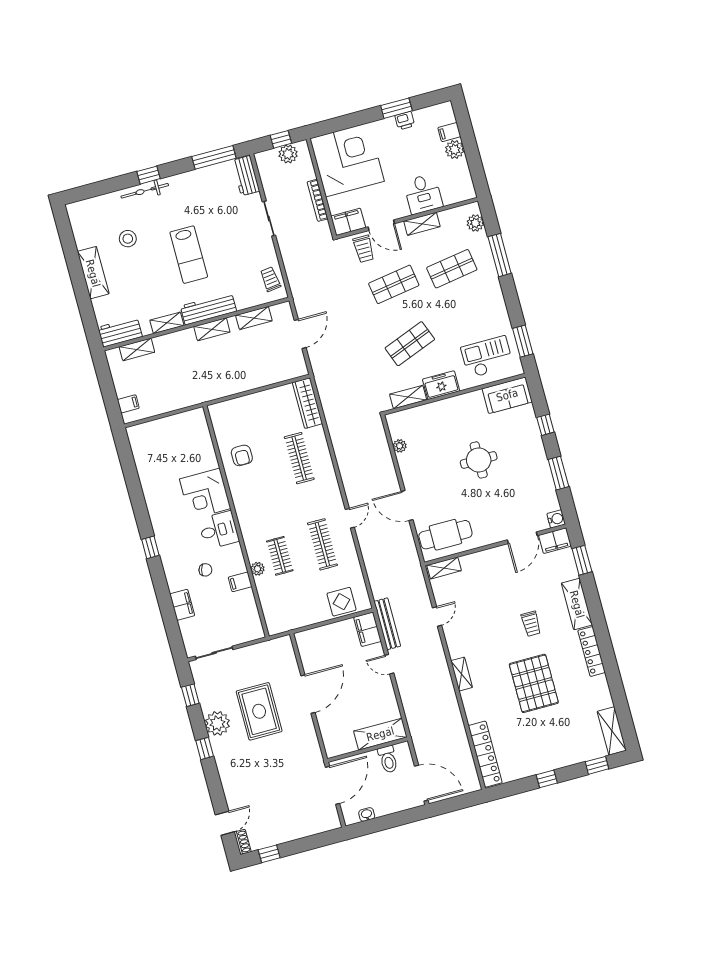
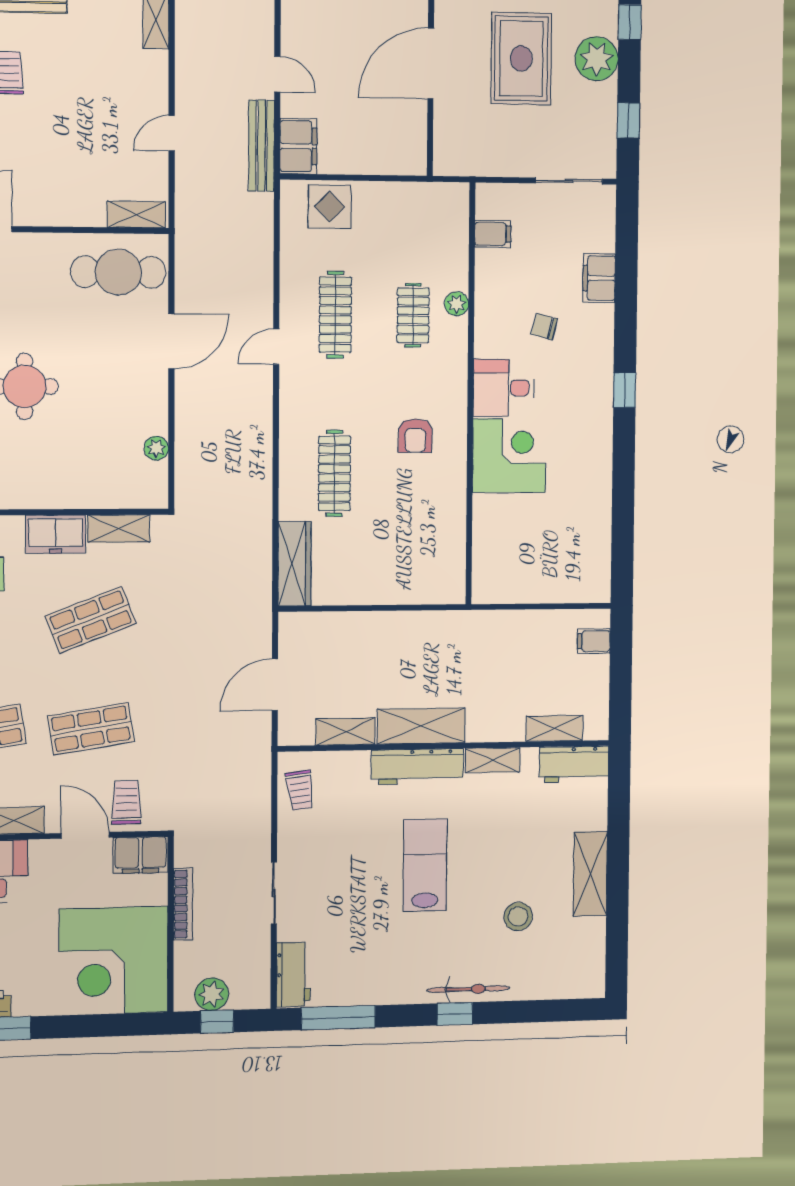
shelving: (212, 329) -> (421, 726), width x1.50, depth x1.33
armchair: (242, 455) -> (415, 436), moved, turned 180
door: (407, 506) -> (171, 341), hinge flipped
filing cabinet: (240, 582) -> (493, 234), moved

